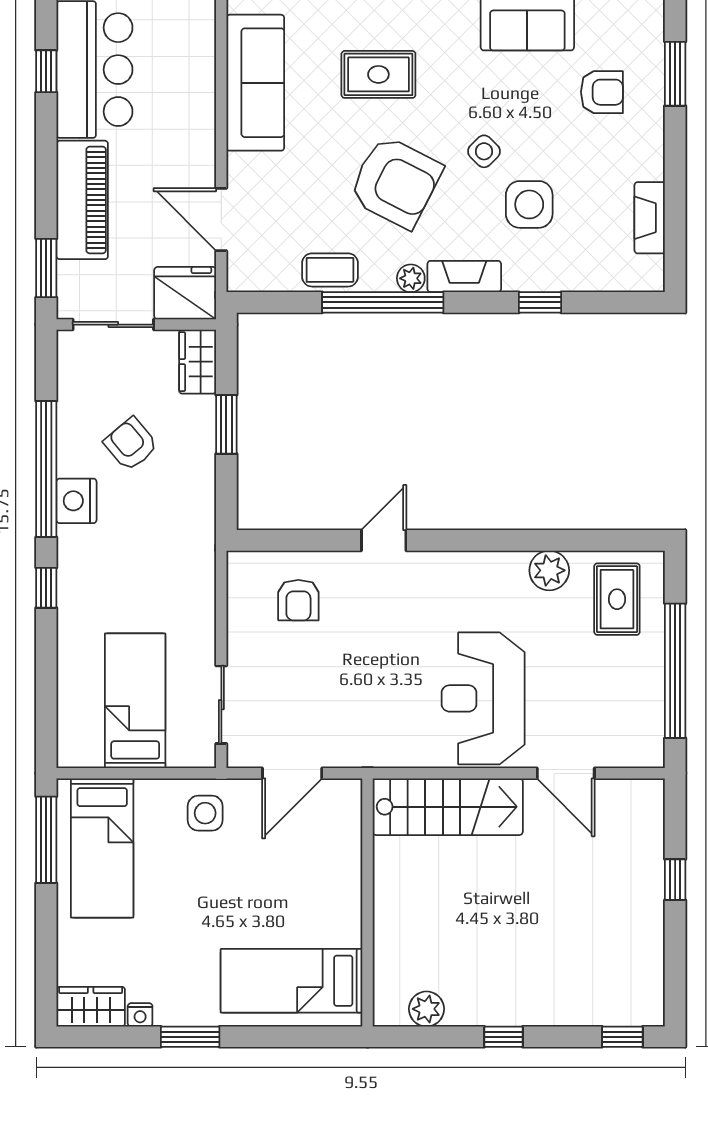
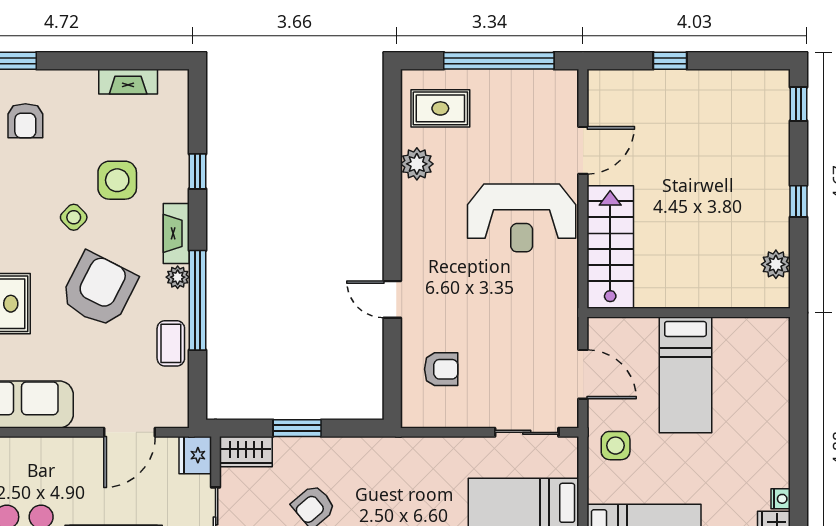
armchair: (602, 92) -> (25, 121), turned 180
fridge: (185, 293) -> (195, 455), width x0.73, depth x0.75
bed: (292, 981) -> (685, 375), moved
window: (190, 1037) -> (799, 458), removed

